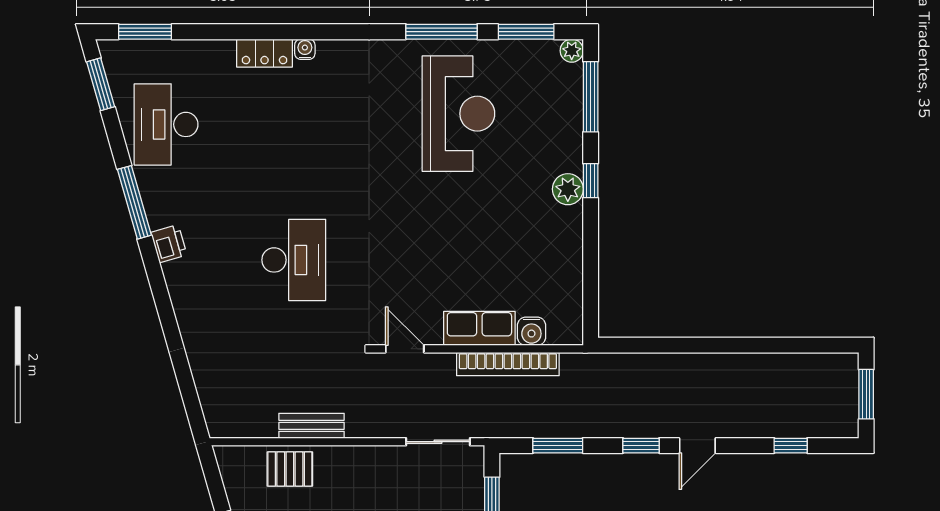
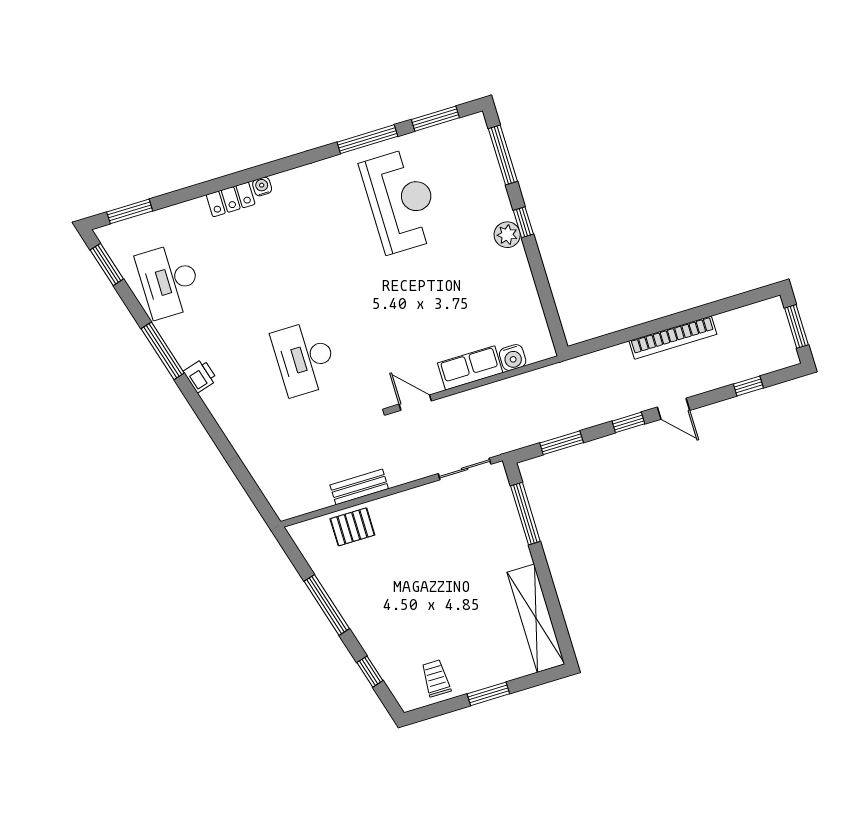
plant: (572, 51) -> (477, 123), removed
desk: (294, 260) -> (305, 358), turned 180
bookcase: (508, 364) -> (673, 338), moved
door: (697, 446) -> (674, 409), hinge flipped

